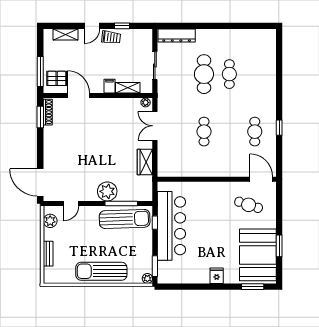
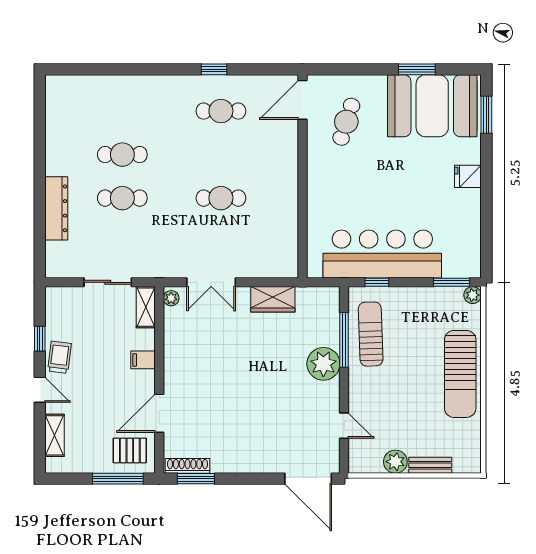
dresser: (177, 35) -> (56, 208), moved
cafe table: (204, 74) -> (122, 198), width x0.73, depth x0.74
pallet: (57, 78) -> (130, 451), turned 90
shelving: (128, 88) -> (146, 307), moved
door: (40, 183) -> (308, 479), hinge flipped
sun lounger: (125, 219) -> (371, 334), width x0.73, depth x0.75
plant: (50, 221) -> (395, 462), moved

